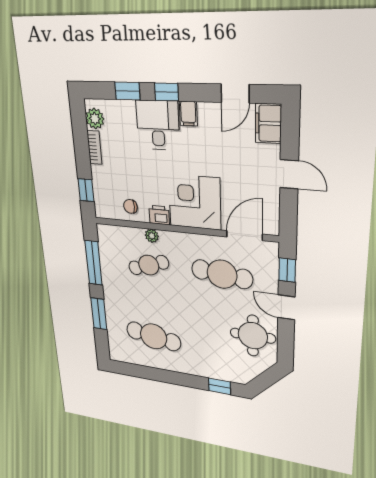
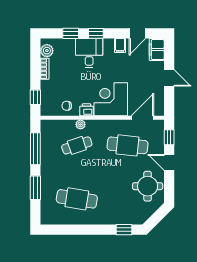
filing cabinet: (188, 114) -> (120, 46), moved

